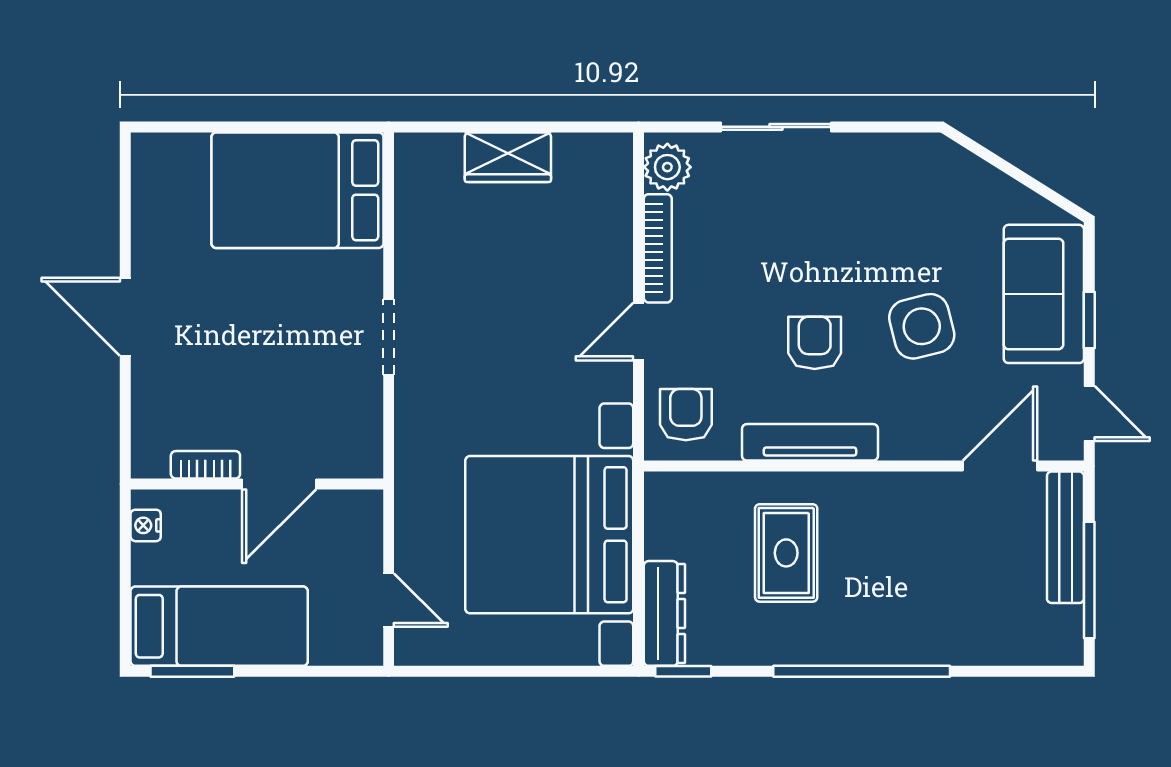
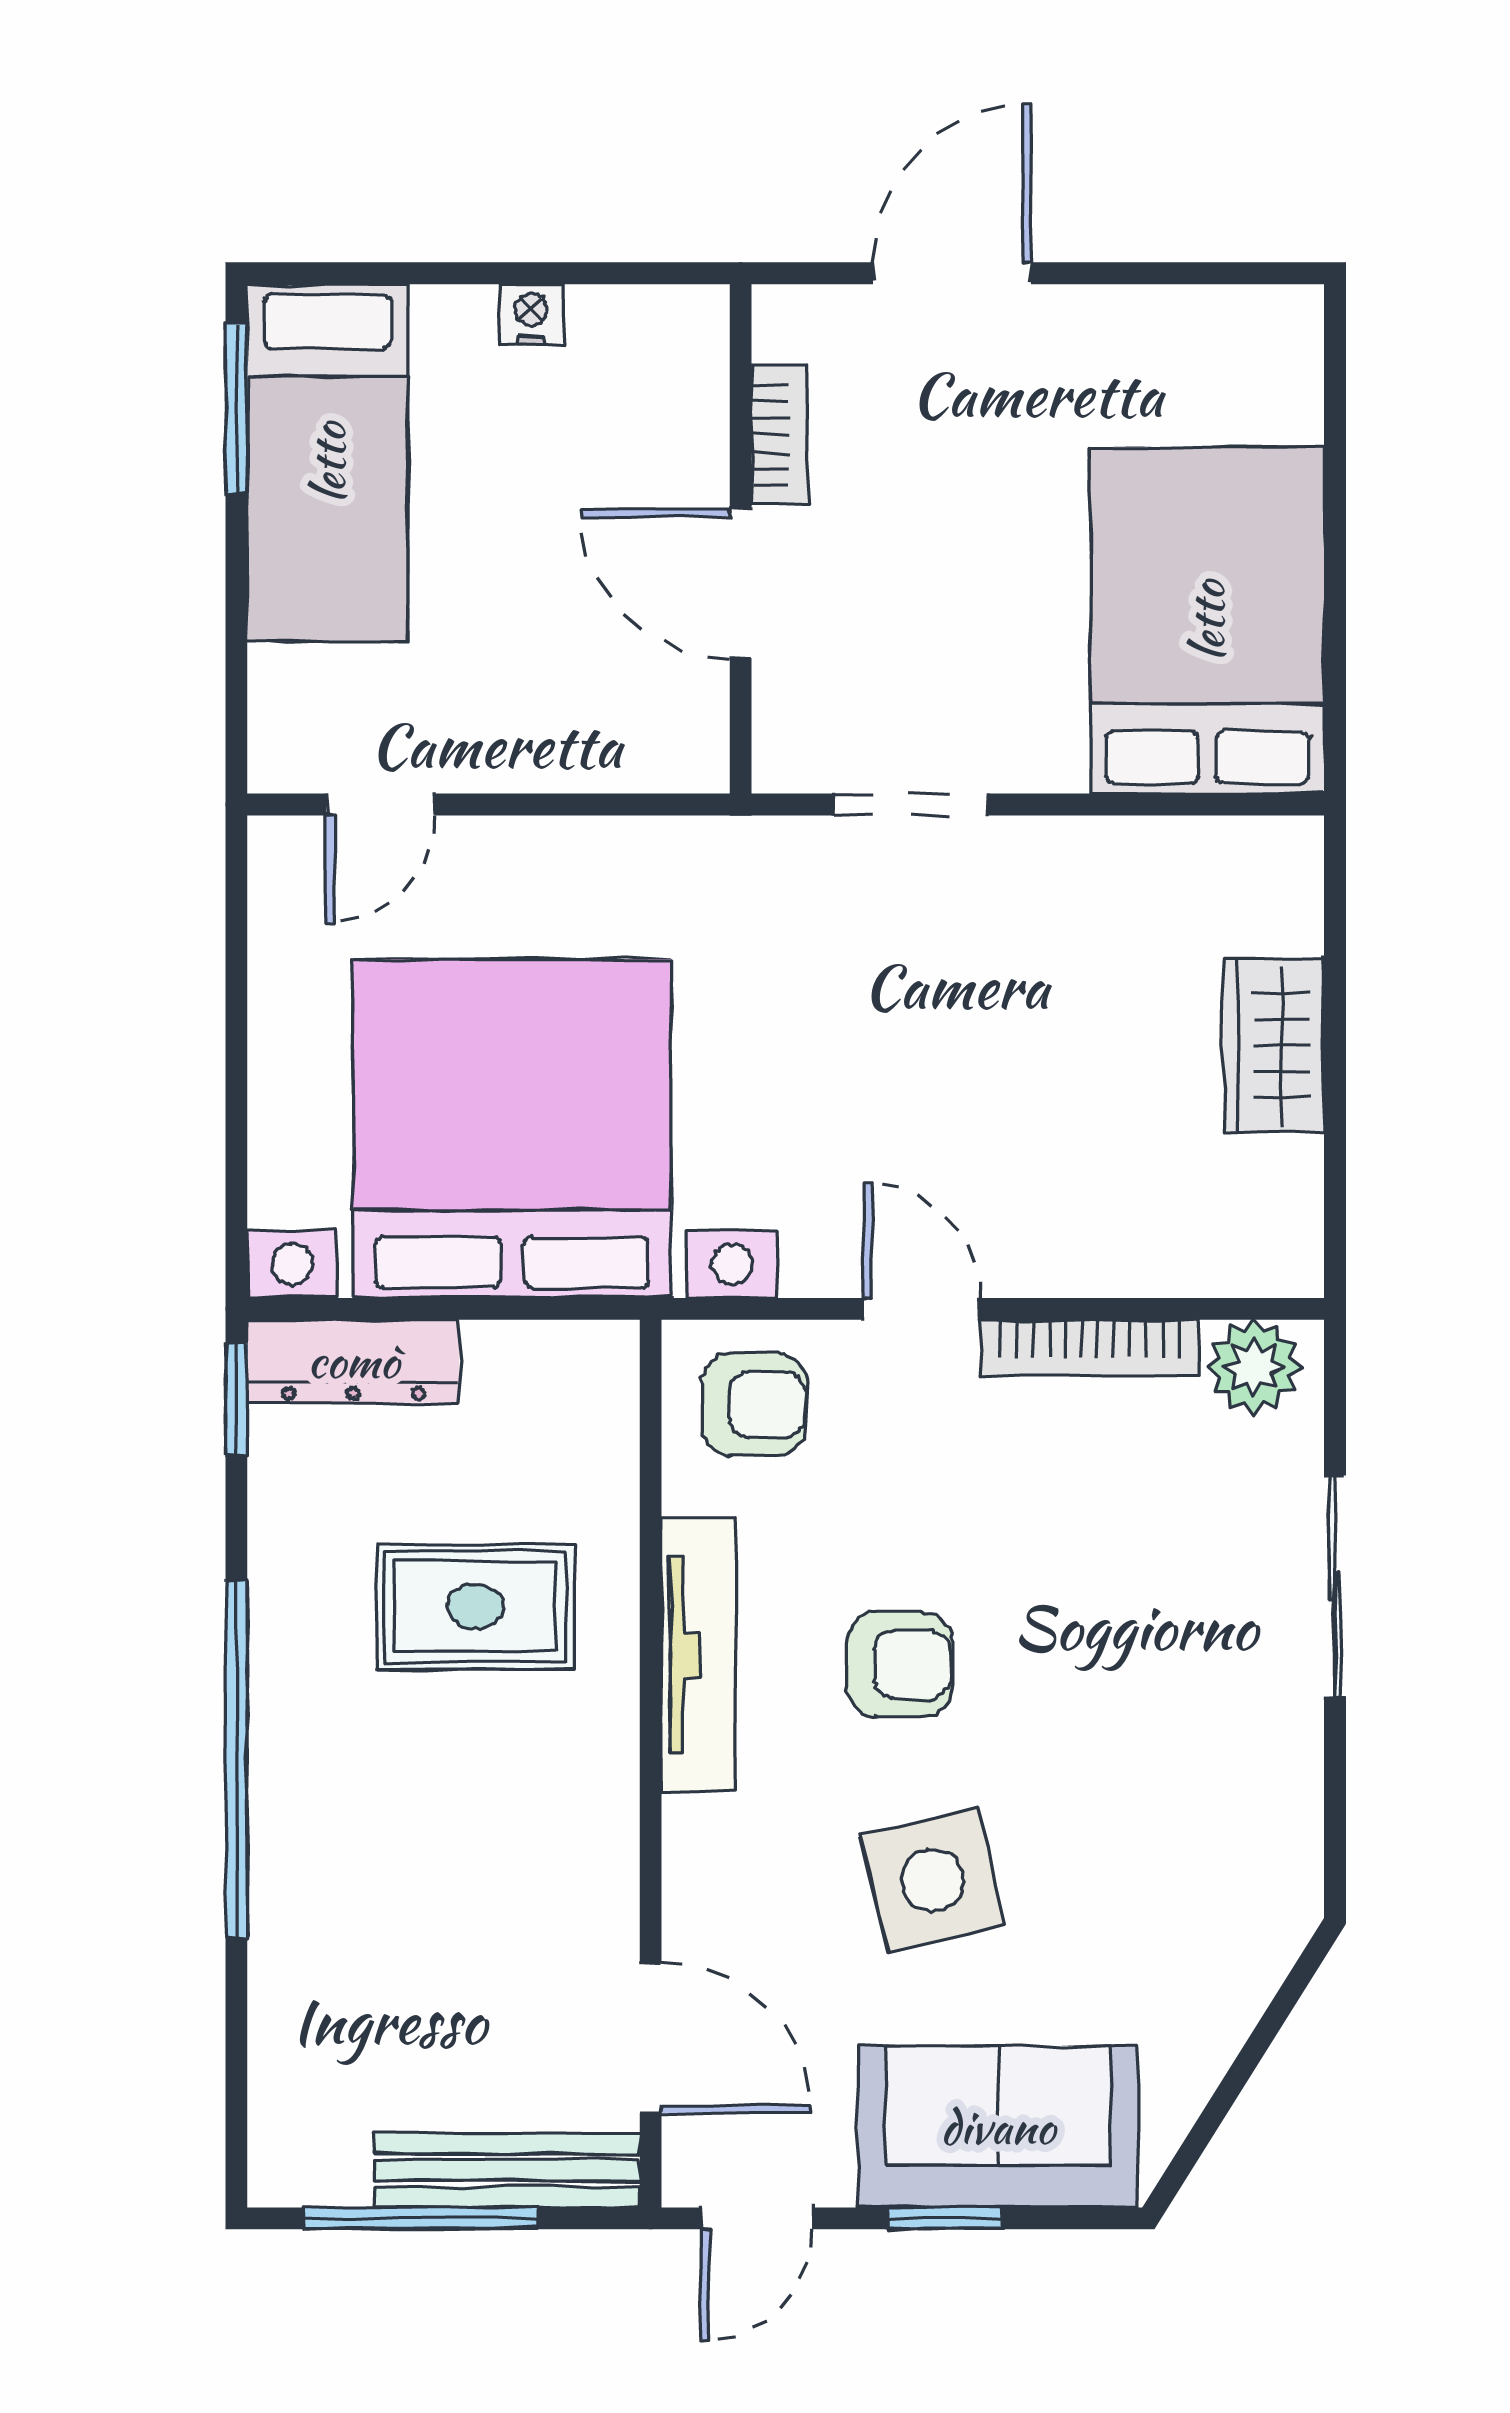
bookcase: (205, 465) -> (779, 435), moved
wall: (257, 484) -> (741, 539), moved
door: (279, 484) -> (741, 584), moved

